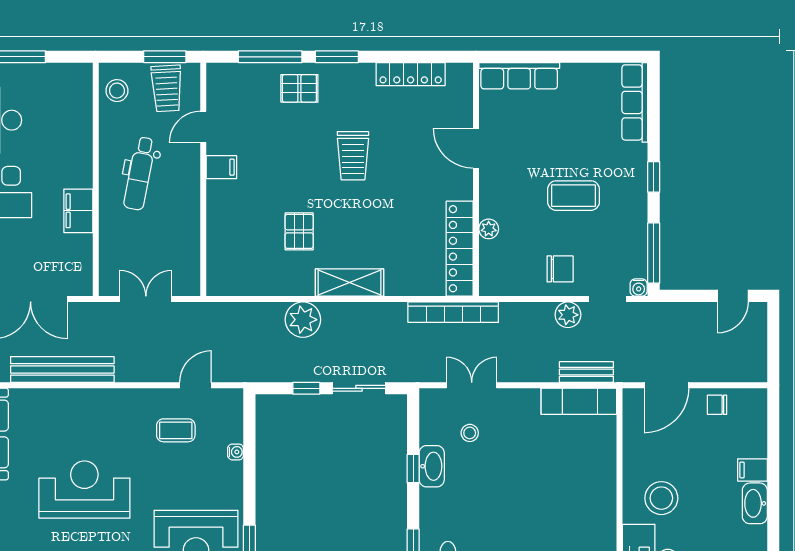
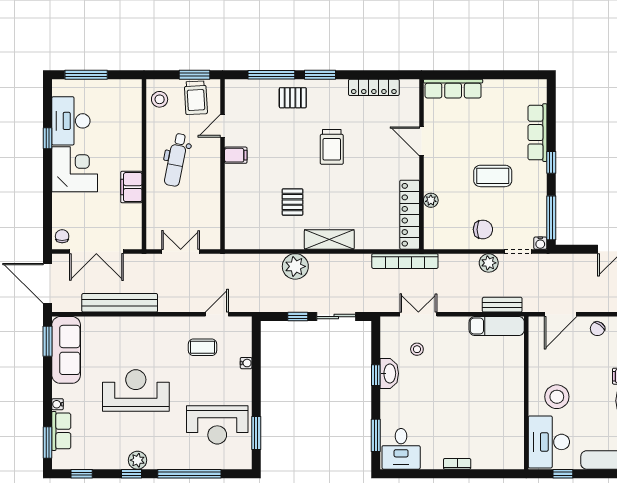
row of seats: (635, 102) -> (538, 133), moved
chair: (717, 405) -> (597, 329), turned -53

